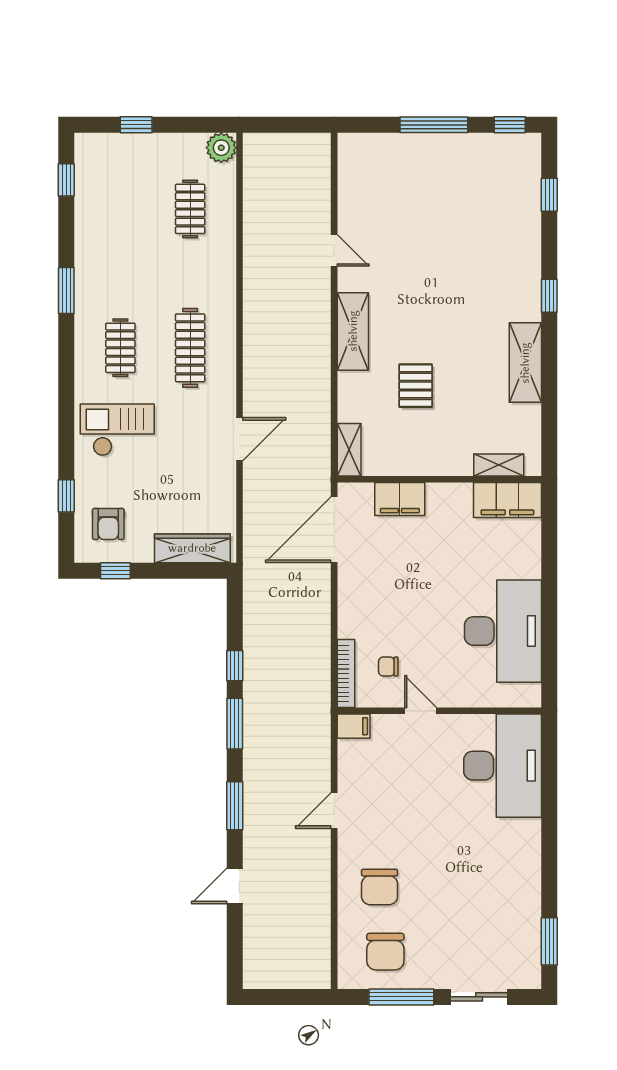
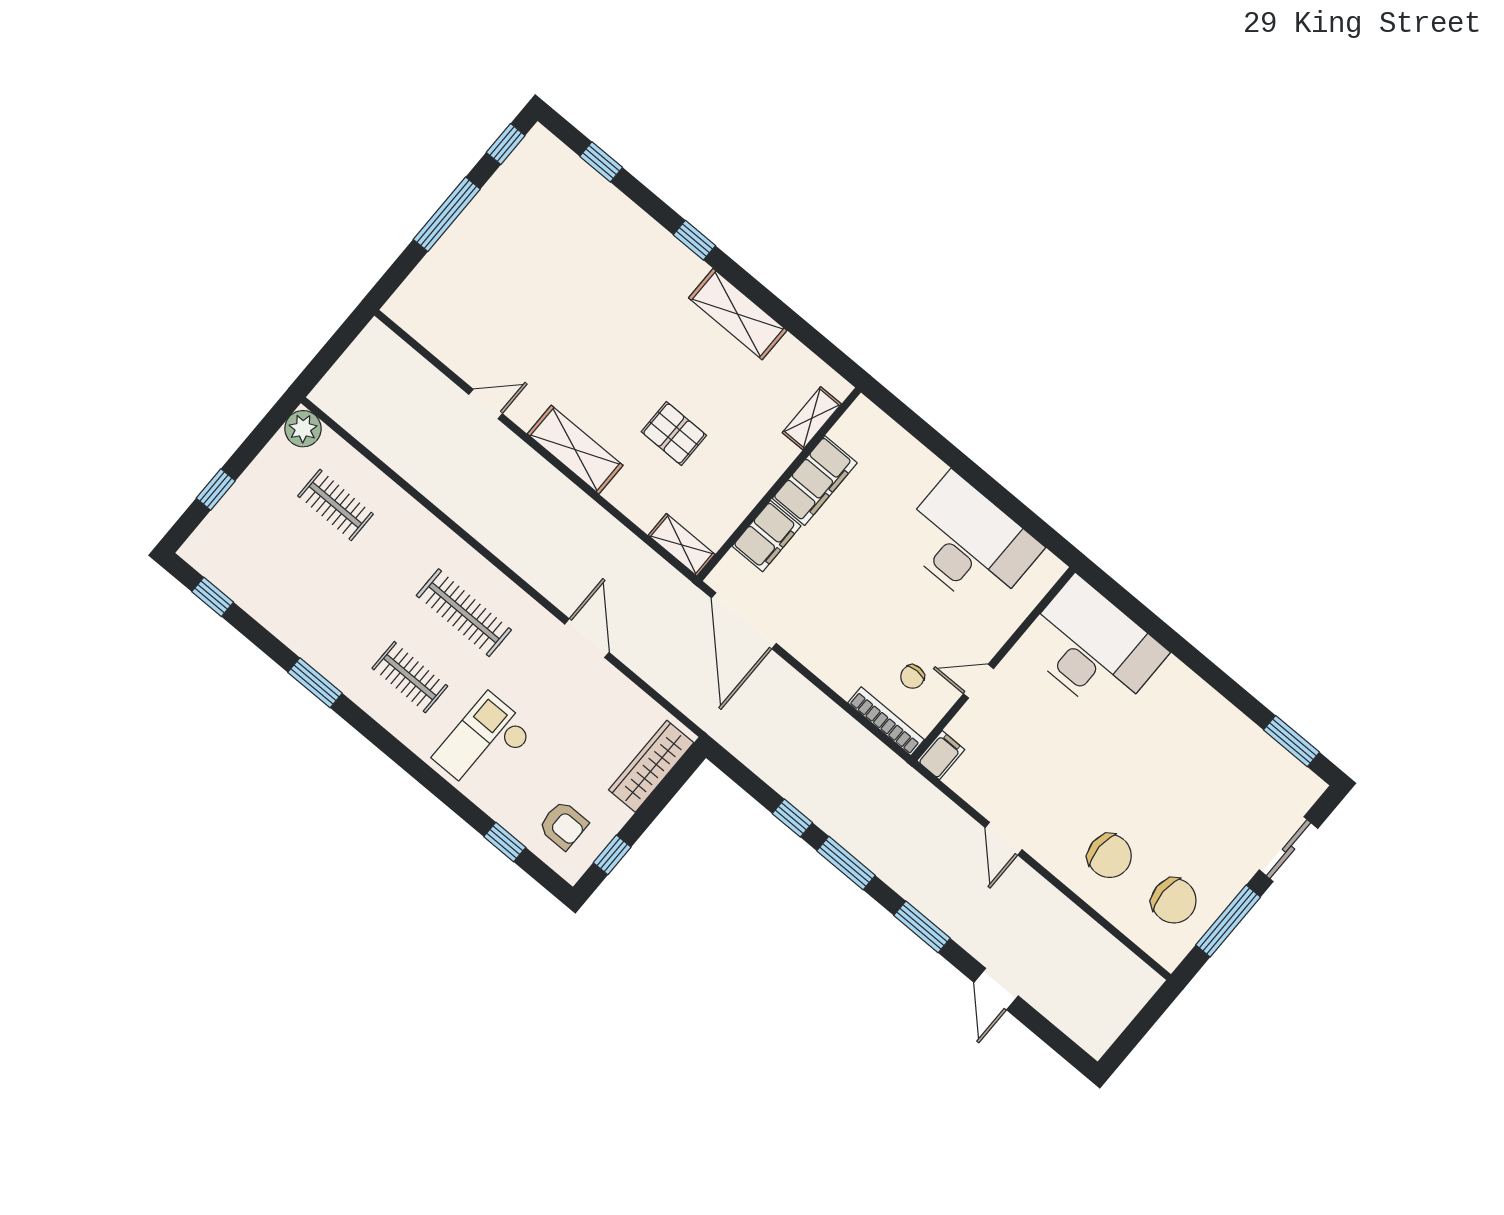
filing cabinet: (507, 500) -> (815, 481), moved

